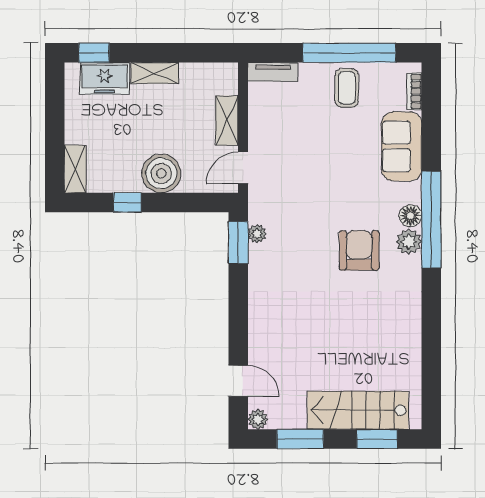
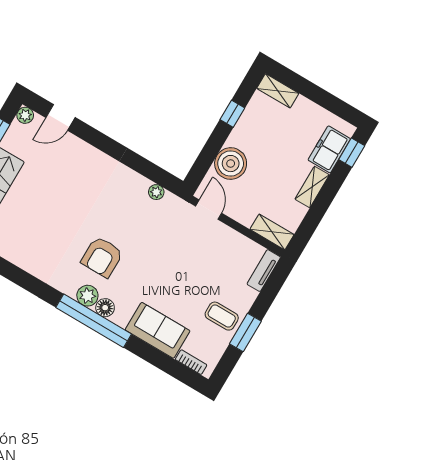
window: (349, 53) -> (245, 333), width x0.47
shelving: (227, 121) -> (272, 232), moved
boiler: (161, 173) -> (231, 164), moved
window: (238, 243) -> (158, 175), removed
armchair: (359, 250) -> (102, 257), turned 90

